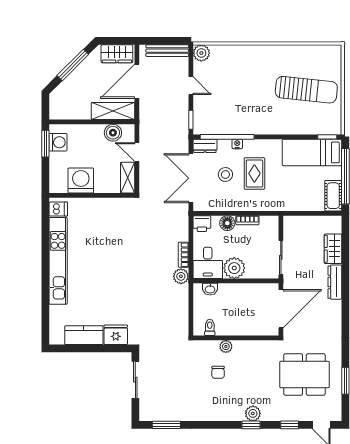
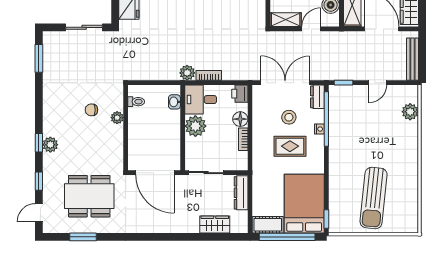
plant: (201, 53) -> (410, 112), moved
bed: (312, 152) -> (304, 204), width x1.50
dresser: (335, 282) -> (241, 193), moved, turned -90
dining table: (304, 374) -> (89, 196), turned 90

